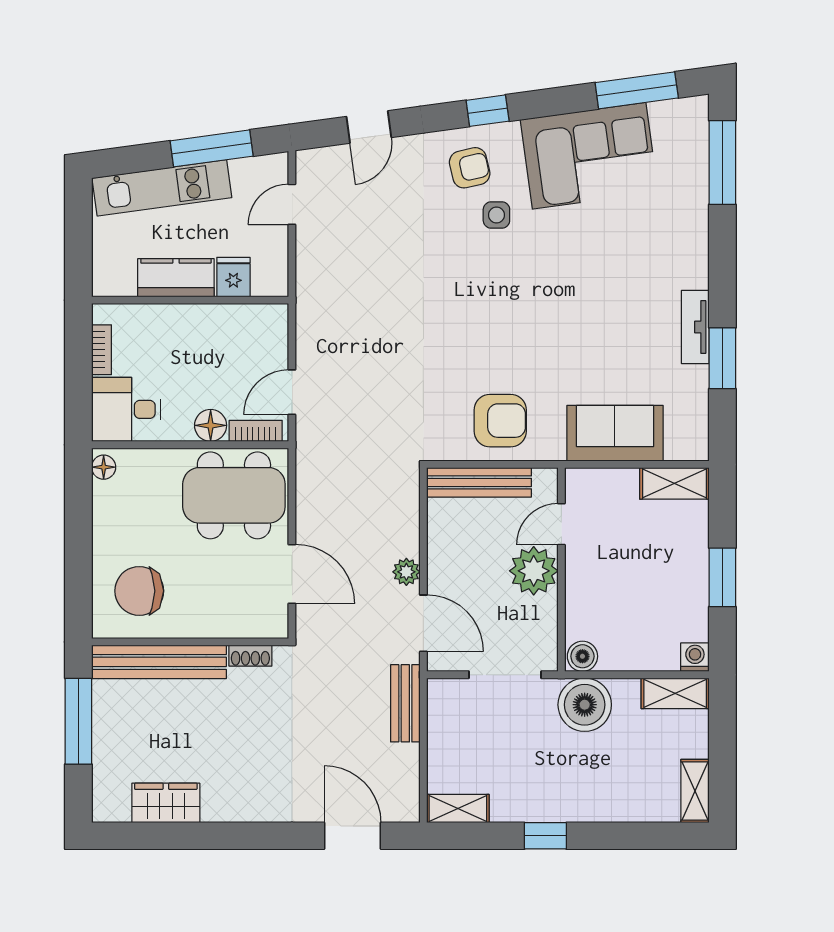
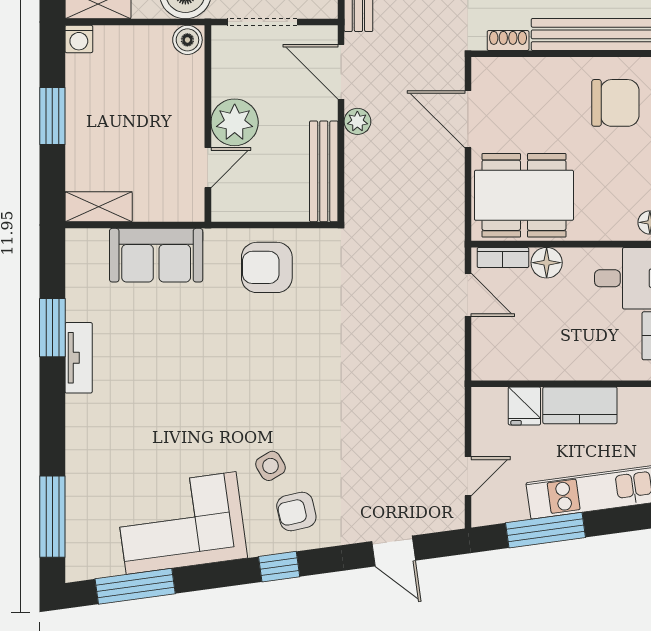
door: (369, 127) -> (394, 551), swing flipped
side table: (496, 215) -> (270, 466), turned -31
door: (292, 392) -> (468, 295), hinge flipped
bench: (479, 482) -> (324, 171), moved, turned 90

